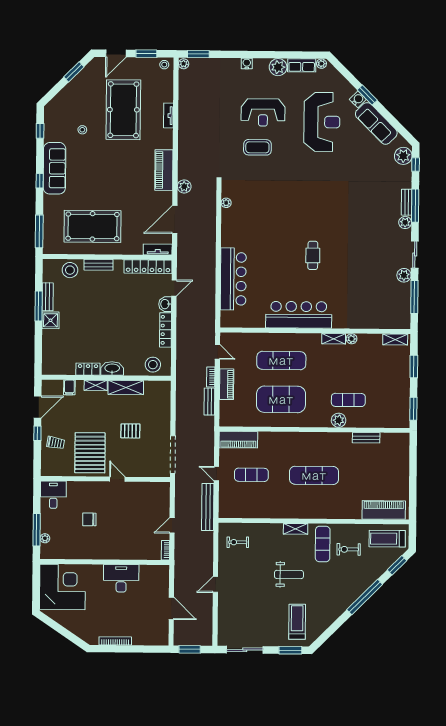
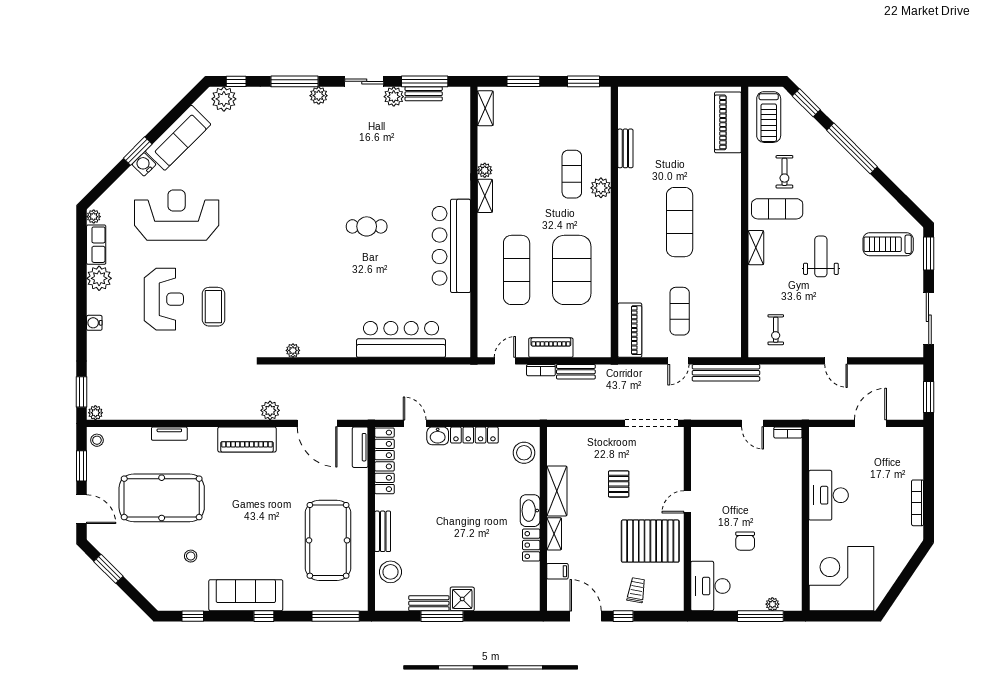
bench: (407, 202) -> (424, 94), moved
desk: (53, 495) -> (710, 586), width x1.37

